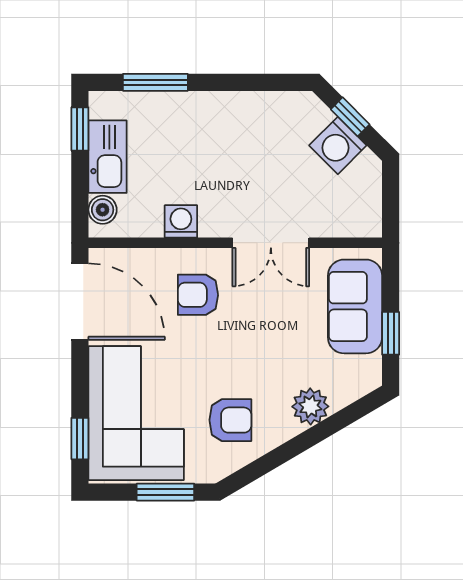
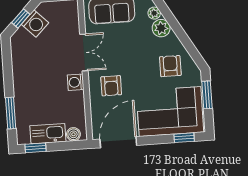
washing machine: (181, 221) -> (76, 82), moved
plant: (342, 394) -> (154, 13), added

